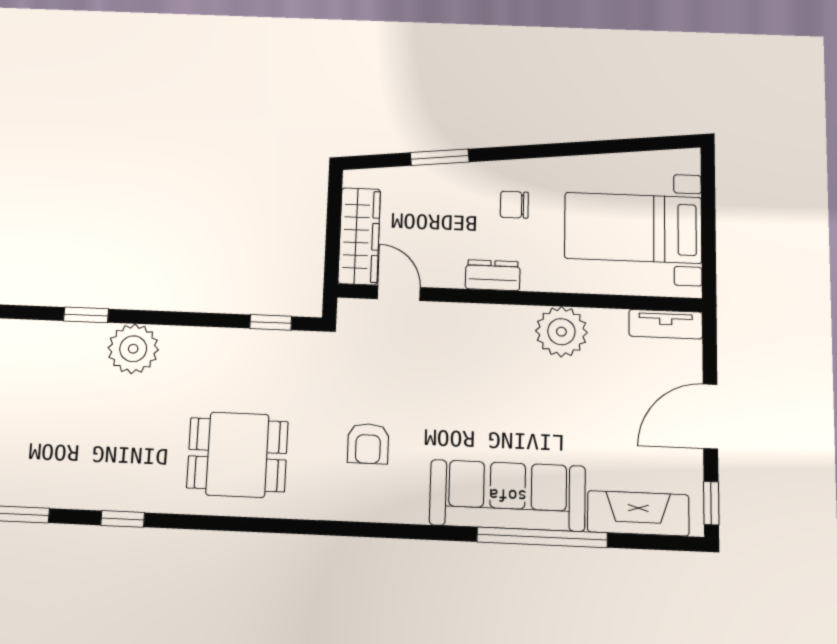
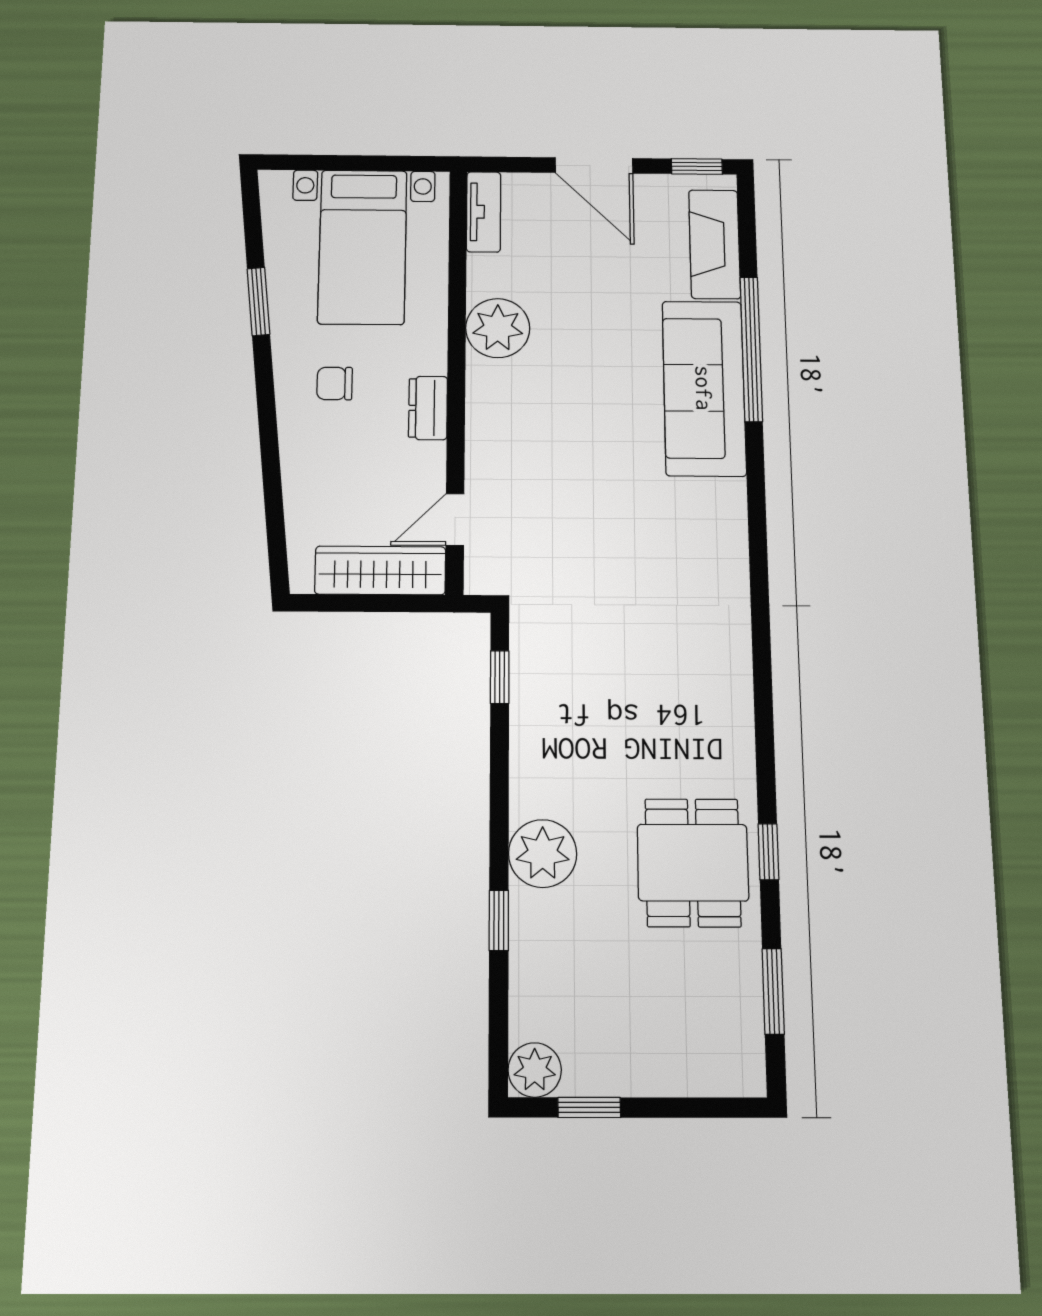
window: (440, 157) -> (258, 301), moved
chair: (514, 205) -> (335, 383), turned 90
armchair: (368, 444) -> (651, 551), removed
dining table: (237, 455) -> (693, 863), moved

